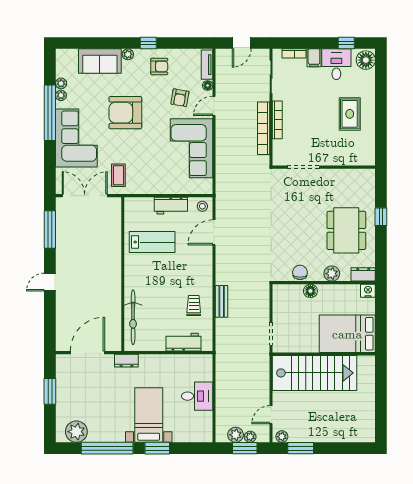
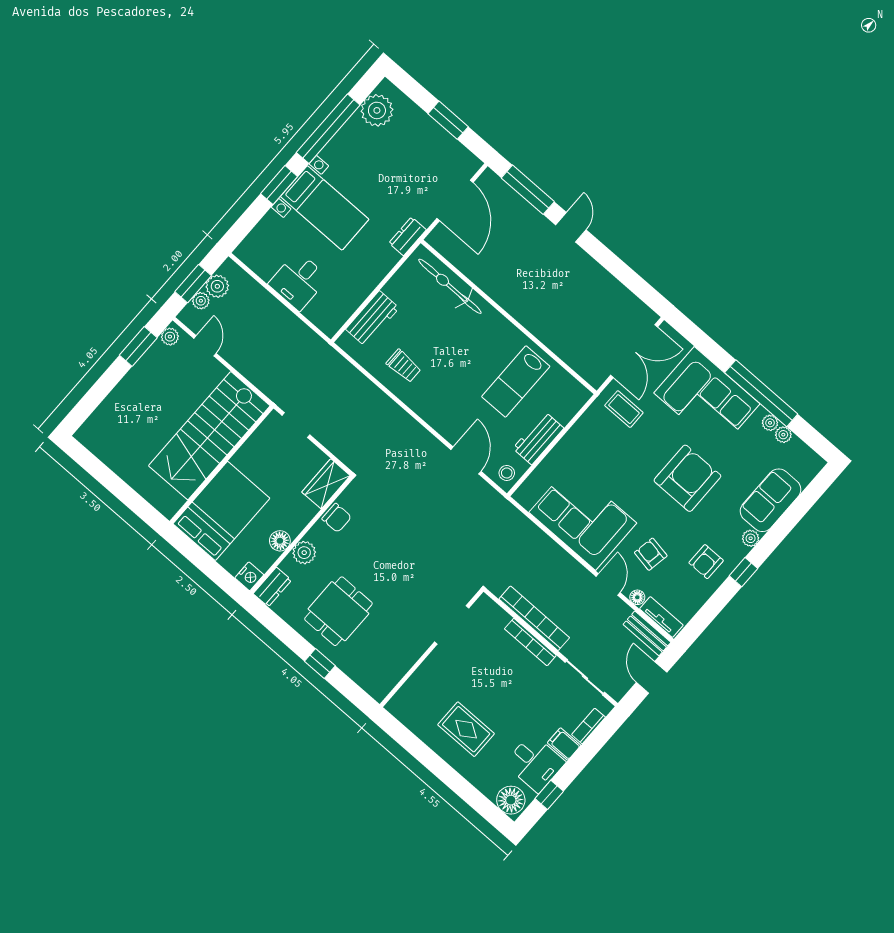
window: (50, 229) -> (528, 190), moved
dining table: (346, 230) -> (338, 611), width x0.73
floor lamp: (310, 291) -> (280, 541), moved
wardrobe: (287, 293) -> (326, 484), added
bench: (222, 301) -> (647, 633), moved

